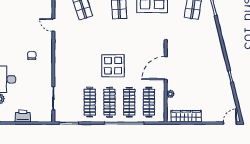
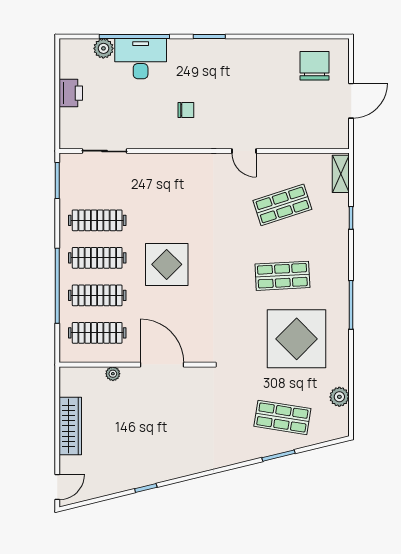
door: (53, 25) -> (244, 151), swing flipped
wardrobe: (186, 116) -> (70, 426), moved
door: (230, 123) -> (57, 487), hinge flipped

